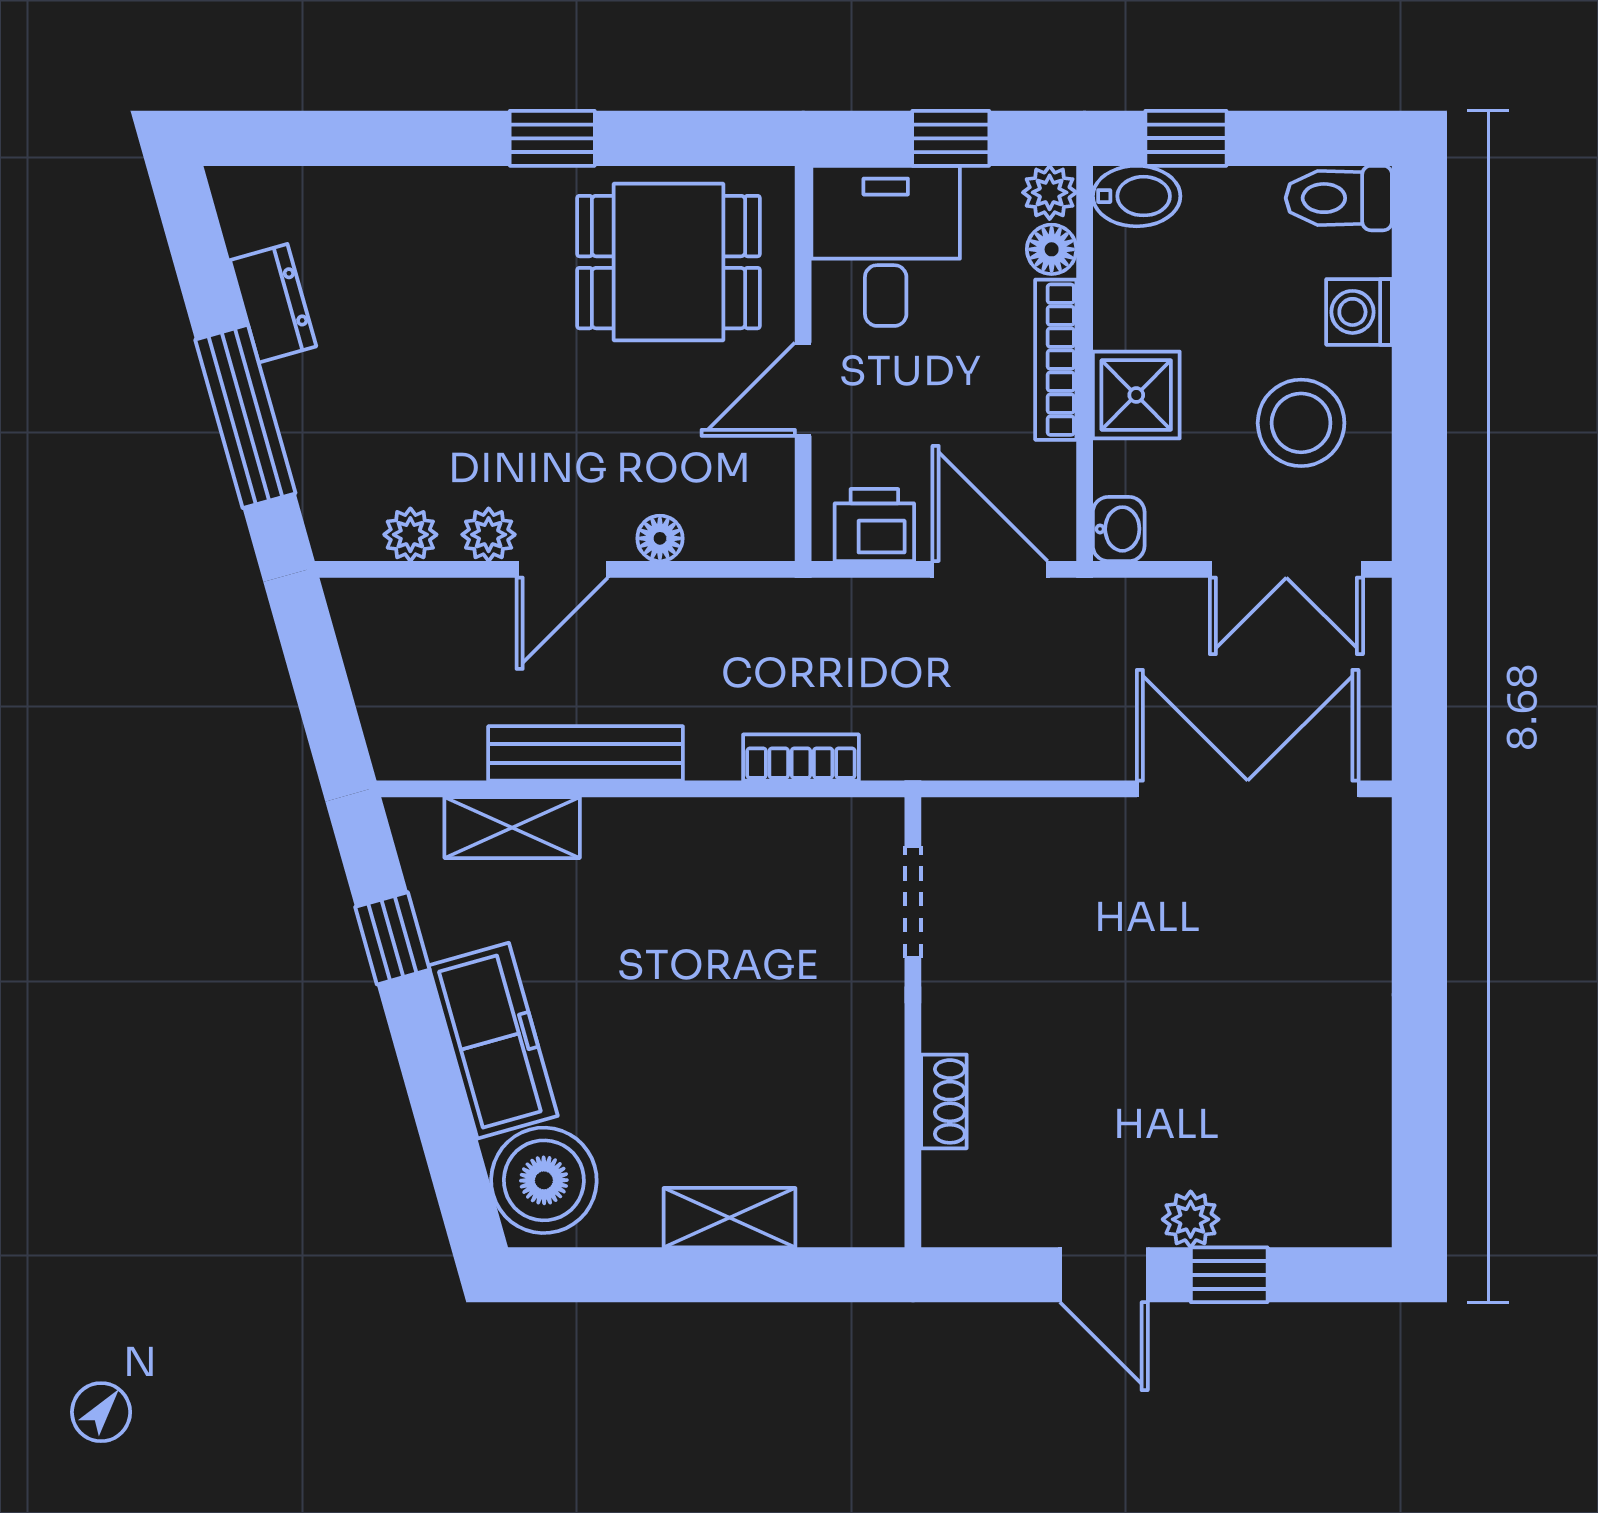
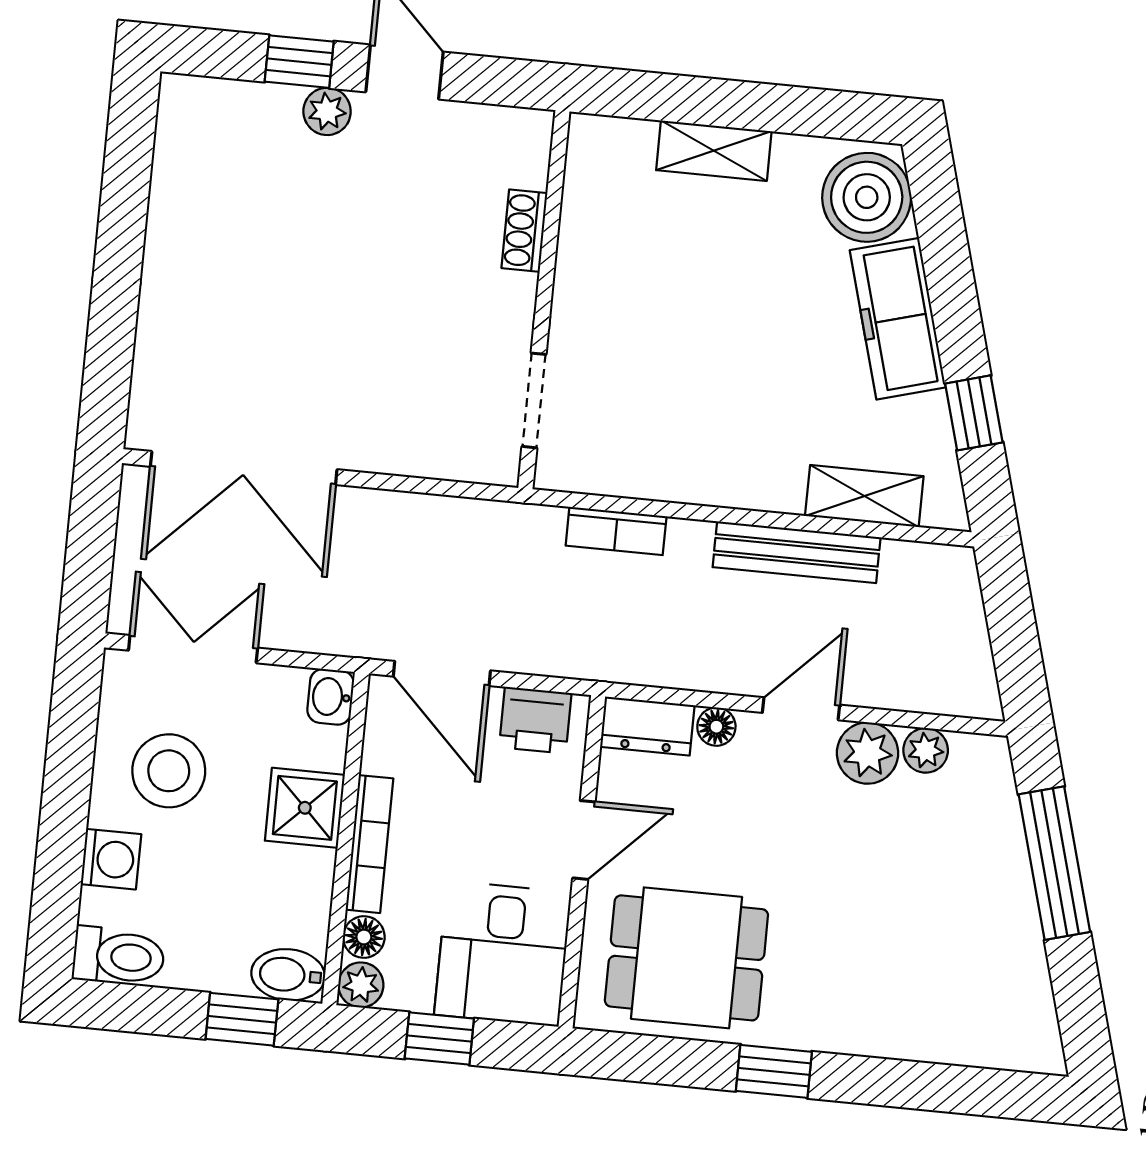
dresser: (273, 303) -> (647, 726), moved, turned -74
plant: (489, 535) -> (867, 753), width x1.38, depth x1.38

